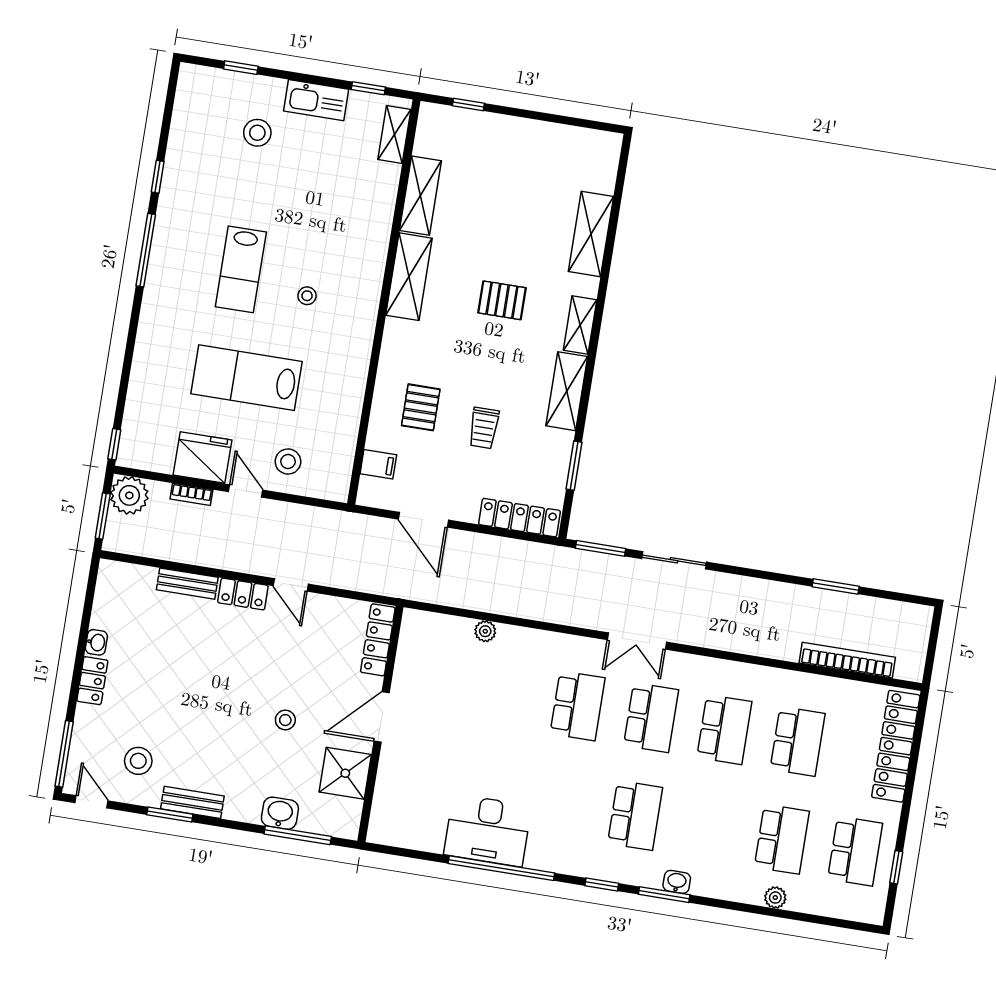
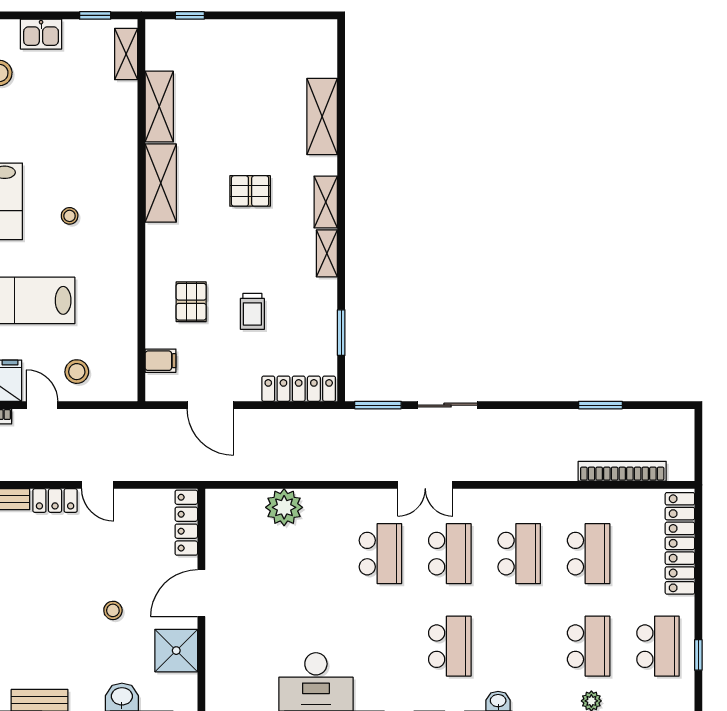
kitchen sink: (316, 100) -> (41, 34), width x0.73
shelving: (567, 391) -> (327, 253), width x0.67, depth x0.75
plant: (485, 631) -> (284, 507), width x1.87, depth x1.87

